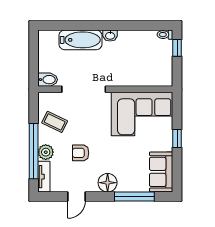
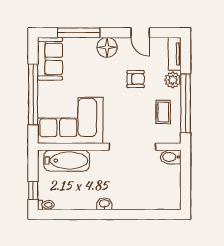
bathtub: (80, 40) -> (67, 160), moved, turned 180
coffee table: (55, 122) -> (163, 112), turned 64
window: (177, 138) -> (33, 94), width x3.17
window: (34, 151) -> (186, 103), moved
door: (76, 196) -> (140, 33), swing flipped

